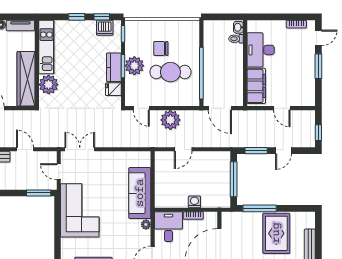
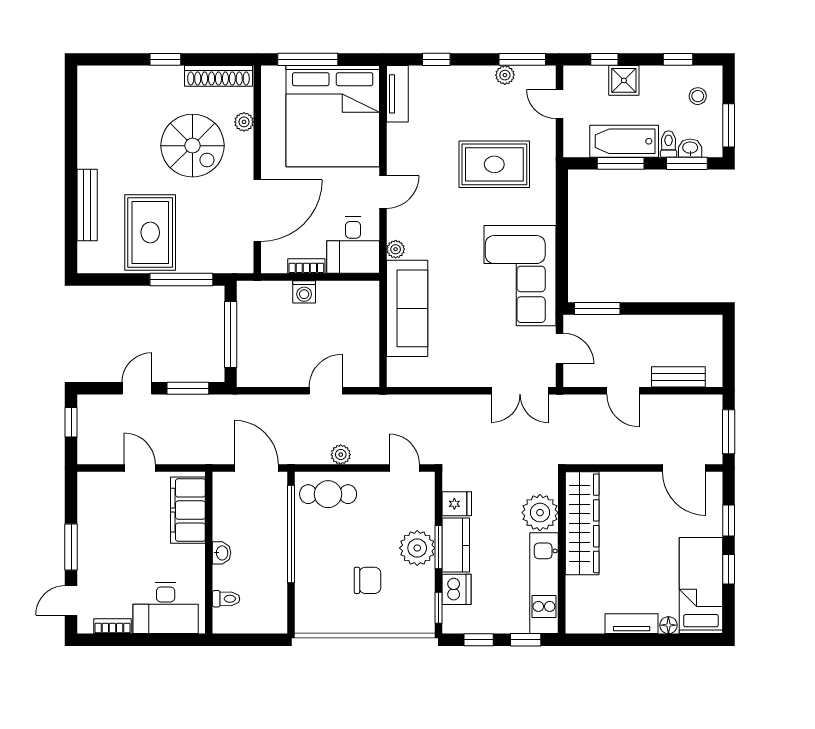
washbasin: (238, 27) -> (222, 553), moved
dishwasher: (105, 28) -> (456, 589), moved, turned 90
kitchen unit: (46, 47) -> (544, 583), moved
desk: (261, 50) -> (166, 608), moved, turned 90
wall: (37, 63) -> (562, 553), moved
cafe table: (170, 72) -> (328, 494), moved, width x0.73, depth x0.74
wardrobe: (26, 79) -> (582, 523), moved
plant: (49, 85) -> (540, 513), moved
plant: (170, 120) -> (341, 455), width x0.53, depth x0.53

